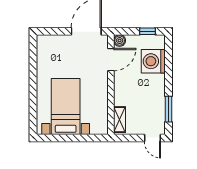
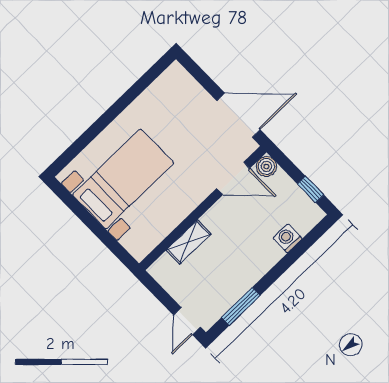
washing machine: (153, 61) -> (288, 238), width x0.53, depth x0.53
shelving: (119, 120) -> (189, 242), moved

